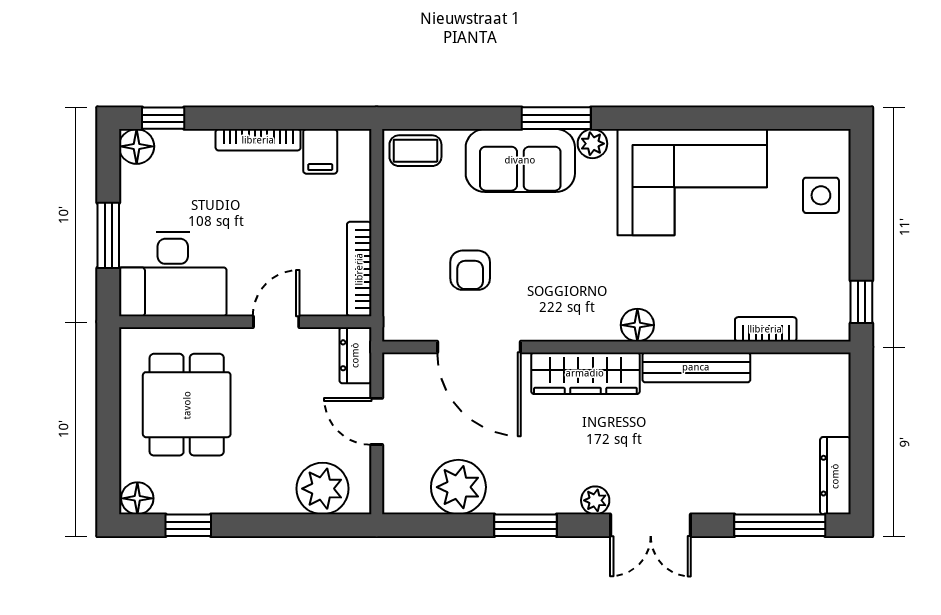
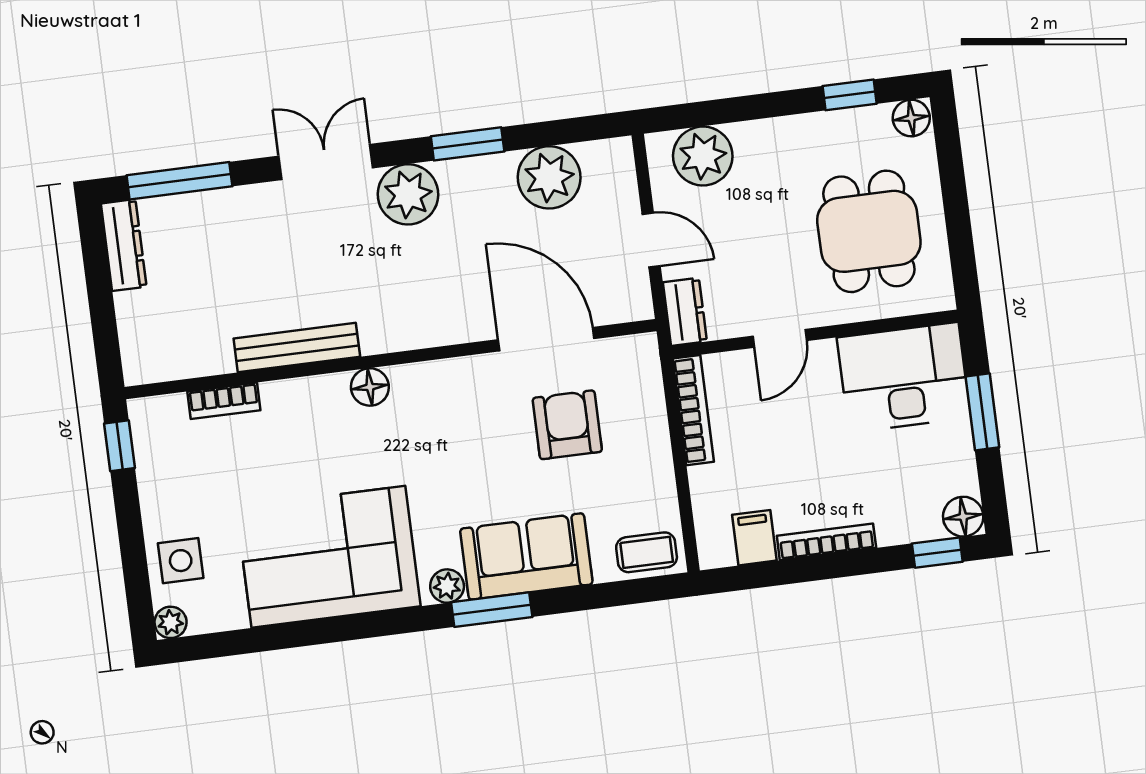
plant: (837, 143) -> (171, 622), added
armchair: (470, 270) -> (567, 425), width x1.38, depth x1.38
wardrobe: (585, 373) -> (422, 325), removed
plant: (595, 500) -> (408, 194), width x1.88, depth x1.88

